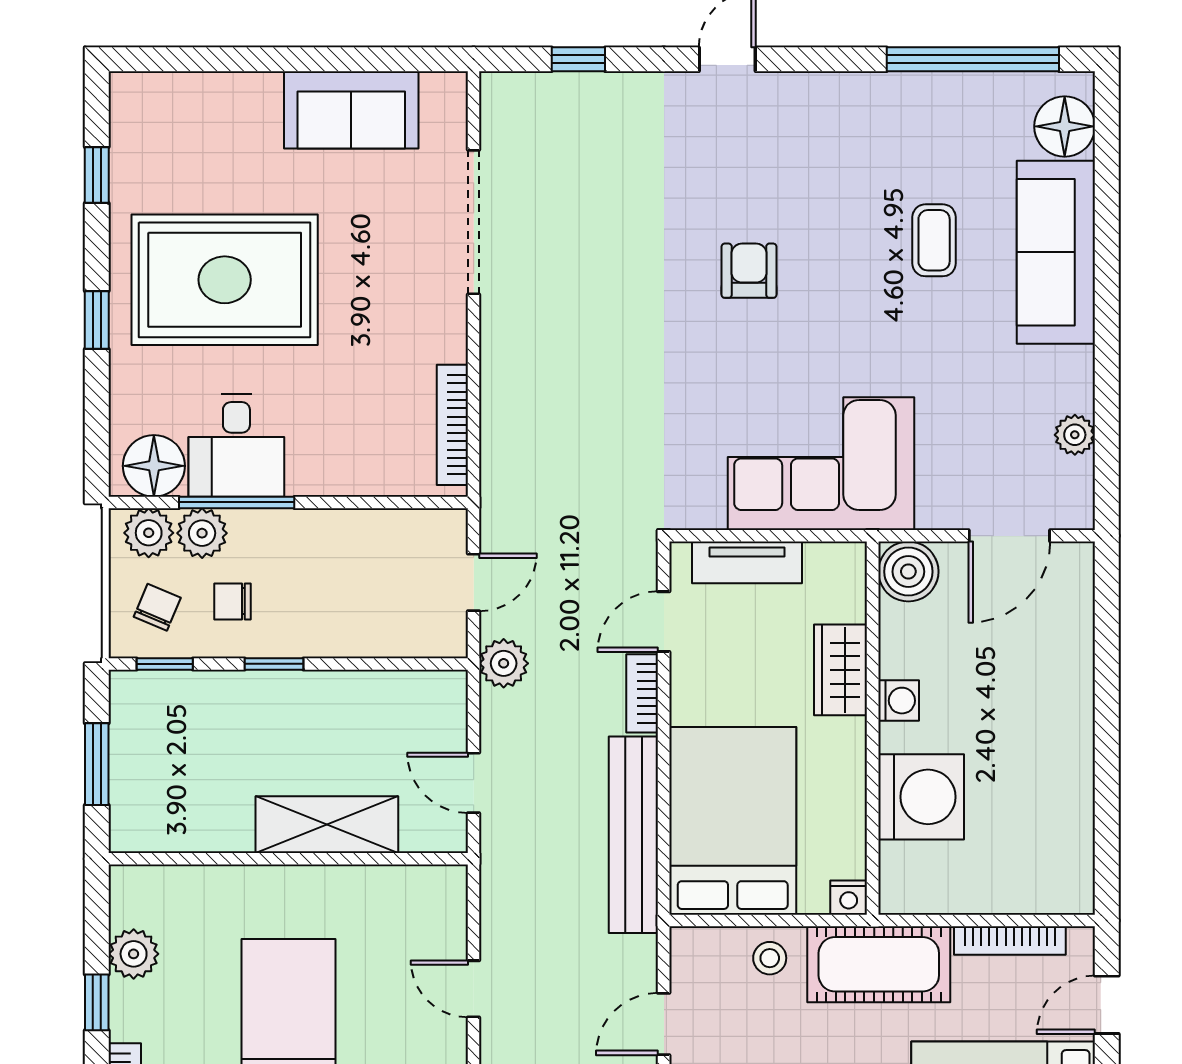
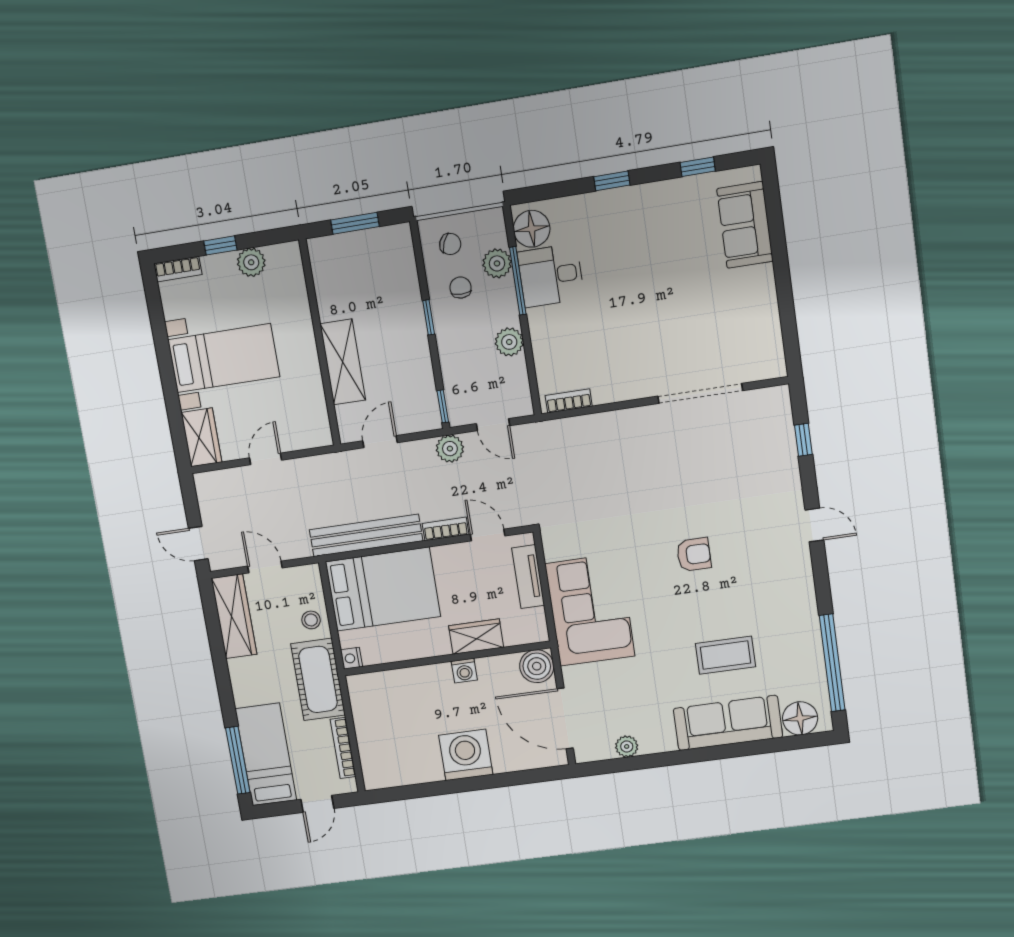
sofa: (351, 110) -> (745, 225), moved
coffee table: (934, 240) -> (725, 655), width x1.36, depth x1.30
rug: (225, 280) -> (646, 253), removed
bookcase: (452, 425) -> (569, 401), width x0.64
plant: (149, 533) -> (509, 342), moved
door: (1009, 536) -> (565, 718), width x1.36
window: (165, 664) -> (443, 406), moved
washing machine: (921, 797) -> (466, 755), moved, turned 180
door: (1107, 1005) -> (317, 804), swing flipped

